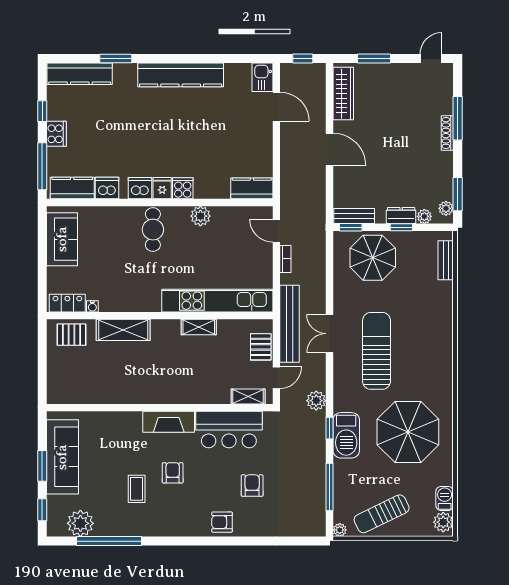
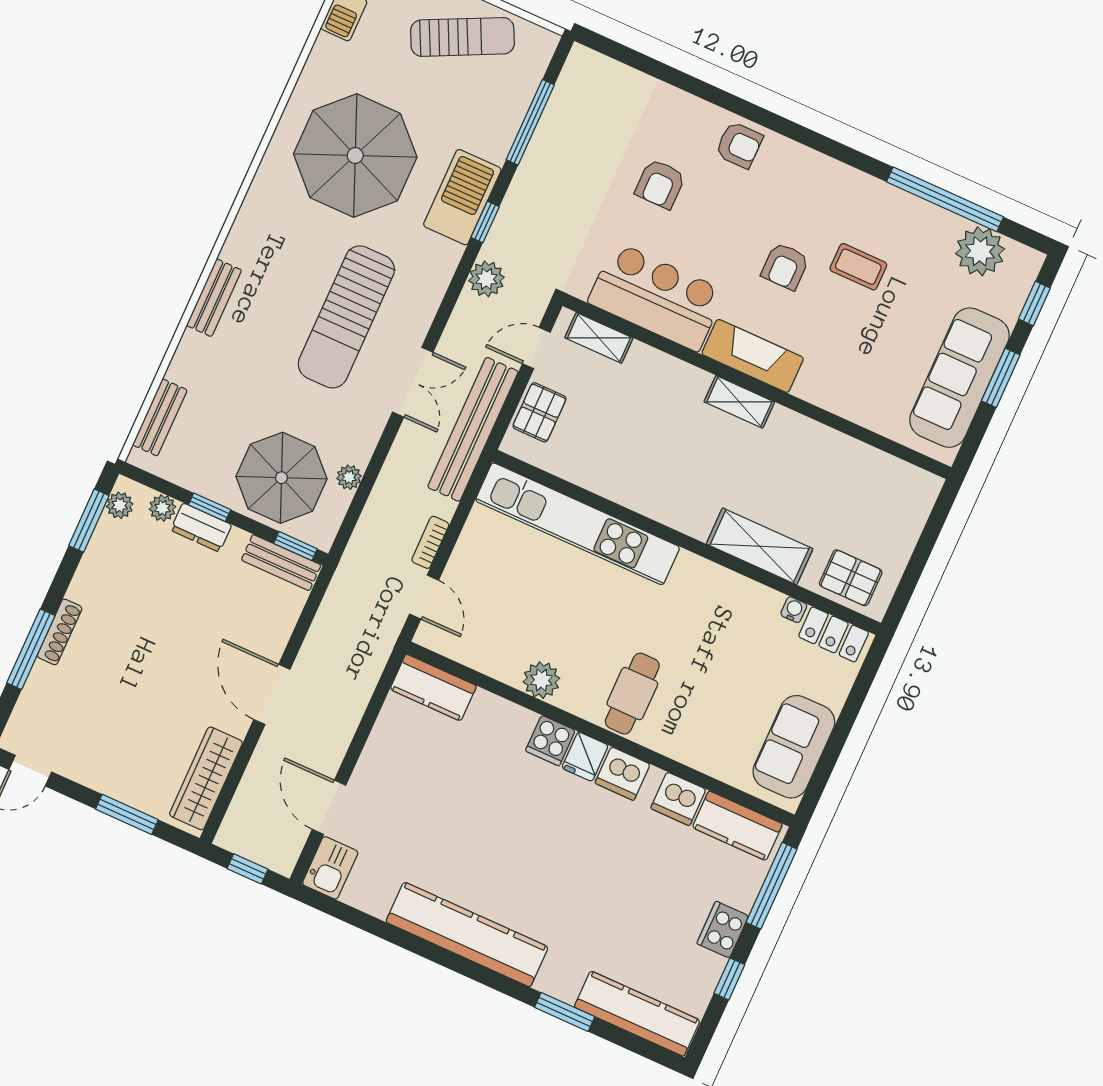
shelving: (199, 327) -> (739, 402), moved
bench: (446, 331) -> (214, 298), added
coffee table: (137, 489) -> (858, 267), turned 90
plant: (340, 530) -> (349, 477), moved

